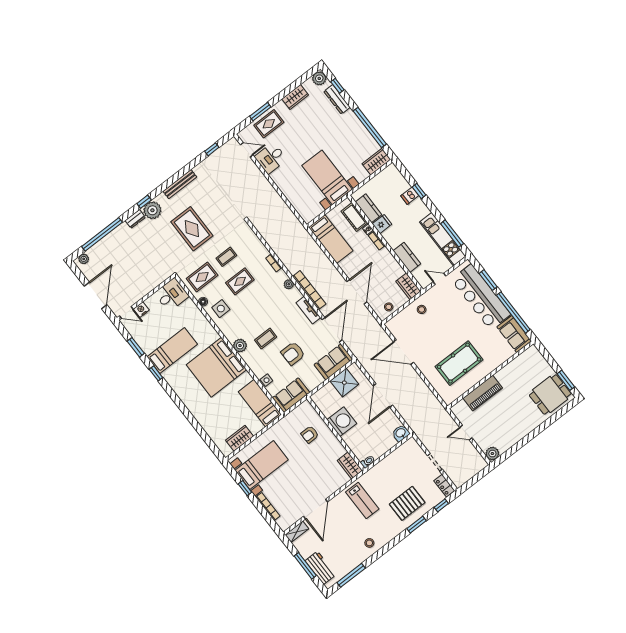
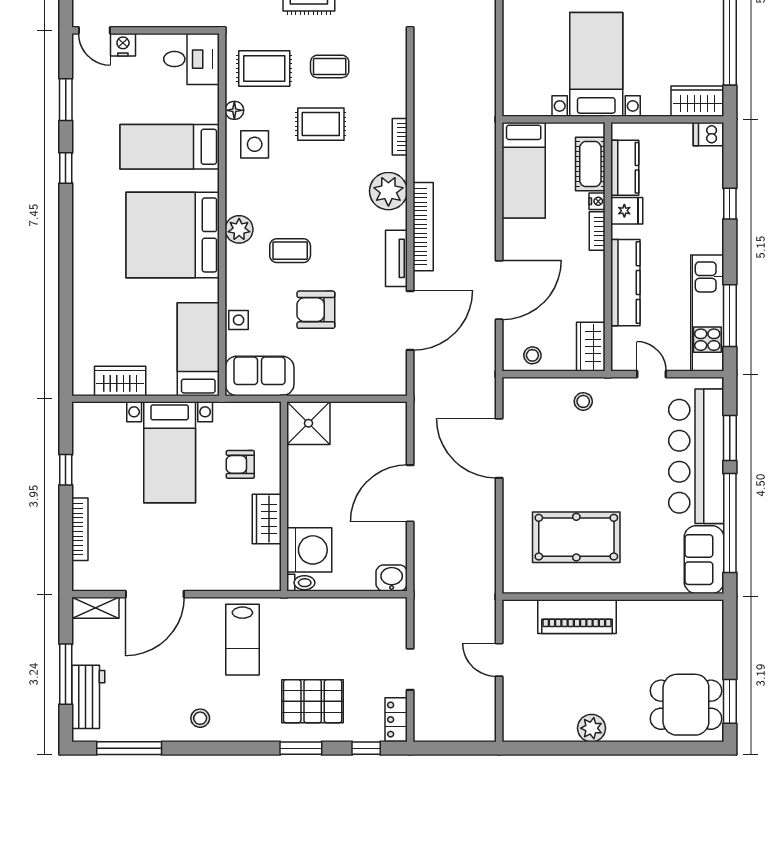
dishwasher: (410, 196) -> (709, 134), moved
kitchen counter: (407, 257) -> (625, 283), width x1.50
plant: (289, 284) -> (388, 191), width x1.87, depth x1.87
bed: (172, 351) -> (170, 147), moved, turned 180
sofa: (333, 362) -> (372, 375), removed
shower: (344, 383) -> (308, 423), moved
washing machine: (342, 422) -> (309, 550), moved
plant: (492, 454) -> (591, 728), moved
bed with nightstands: (262, 465) -> (170, 452), moved, turned 90
wardrobe: (350, 466) -> (267, 519), moved

